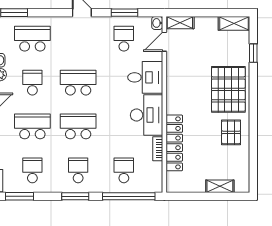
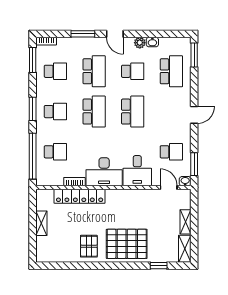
window: (124, 13) -> (194, 164), moved
shelving: (180, 23) -> (185, 222), moved
pallet: (231, 132) -> (89, 246), turned 90
shelving: (220, 186) -> (41, 223), moved

